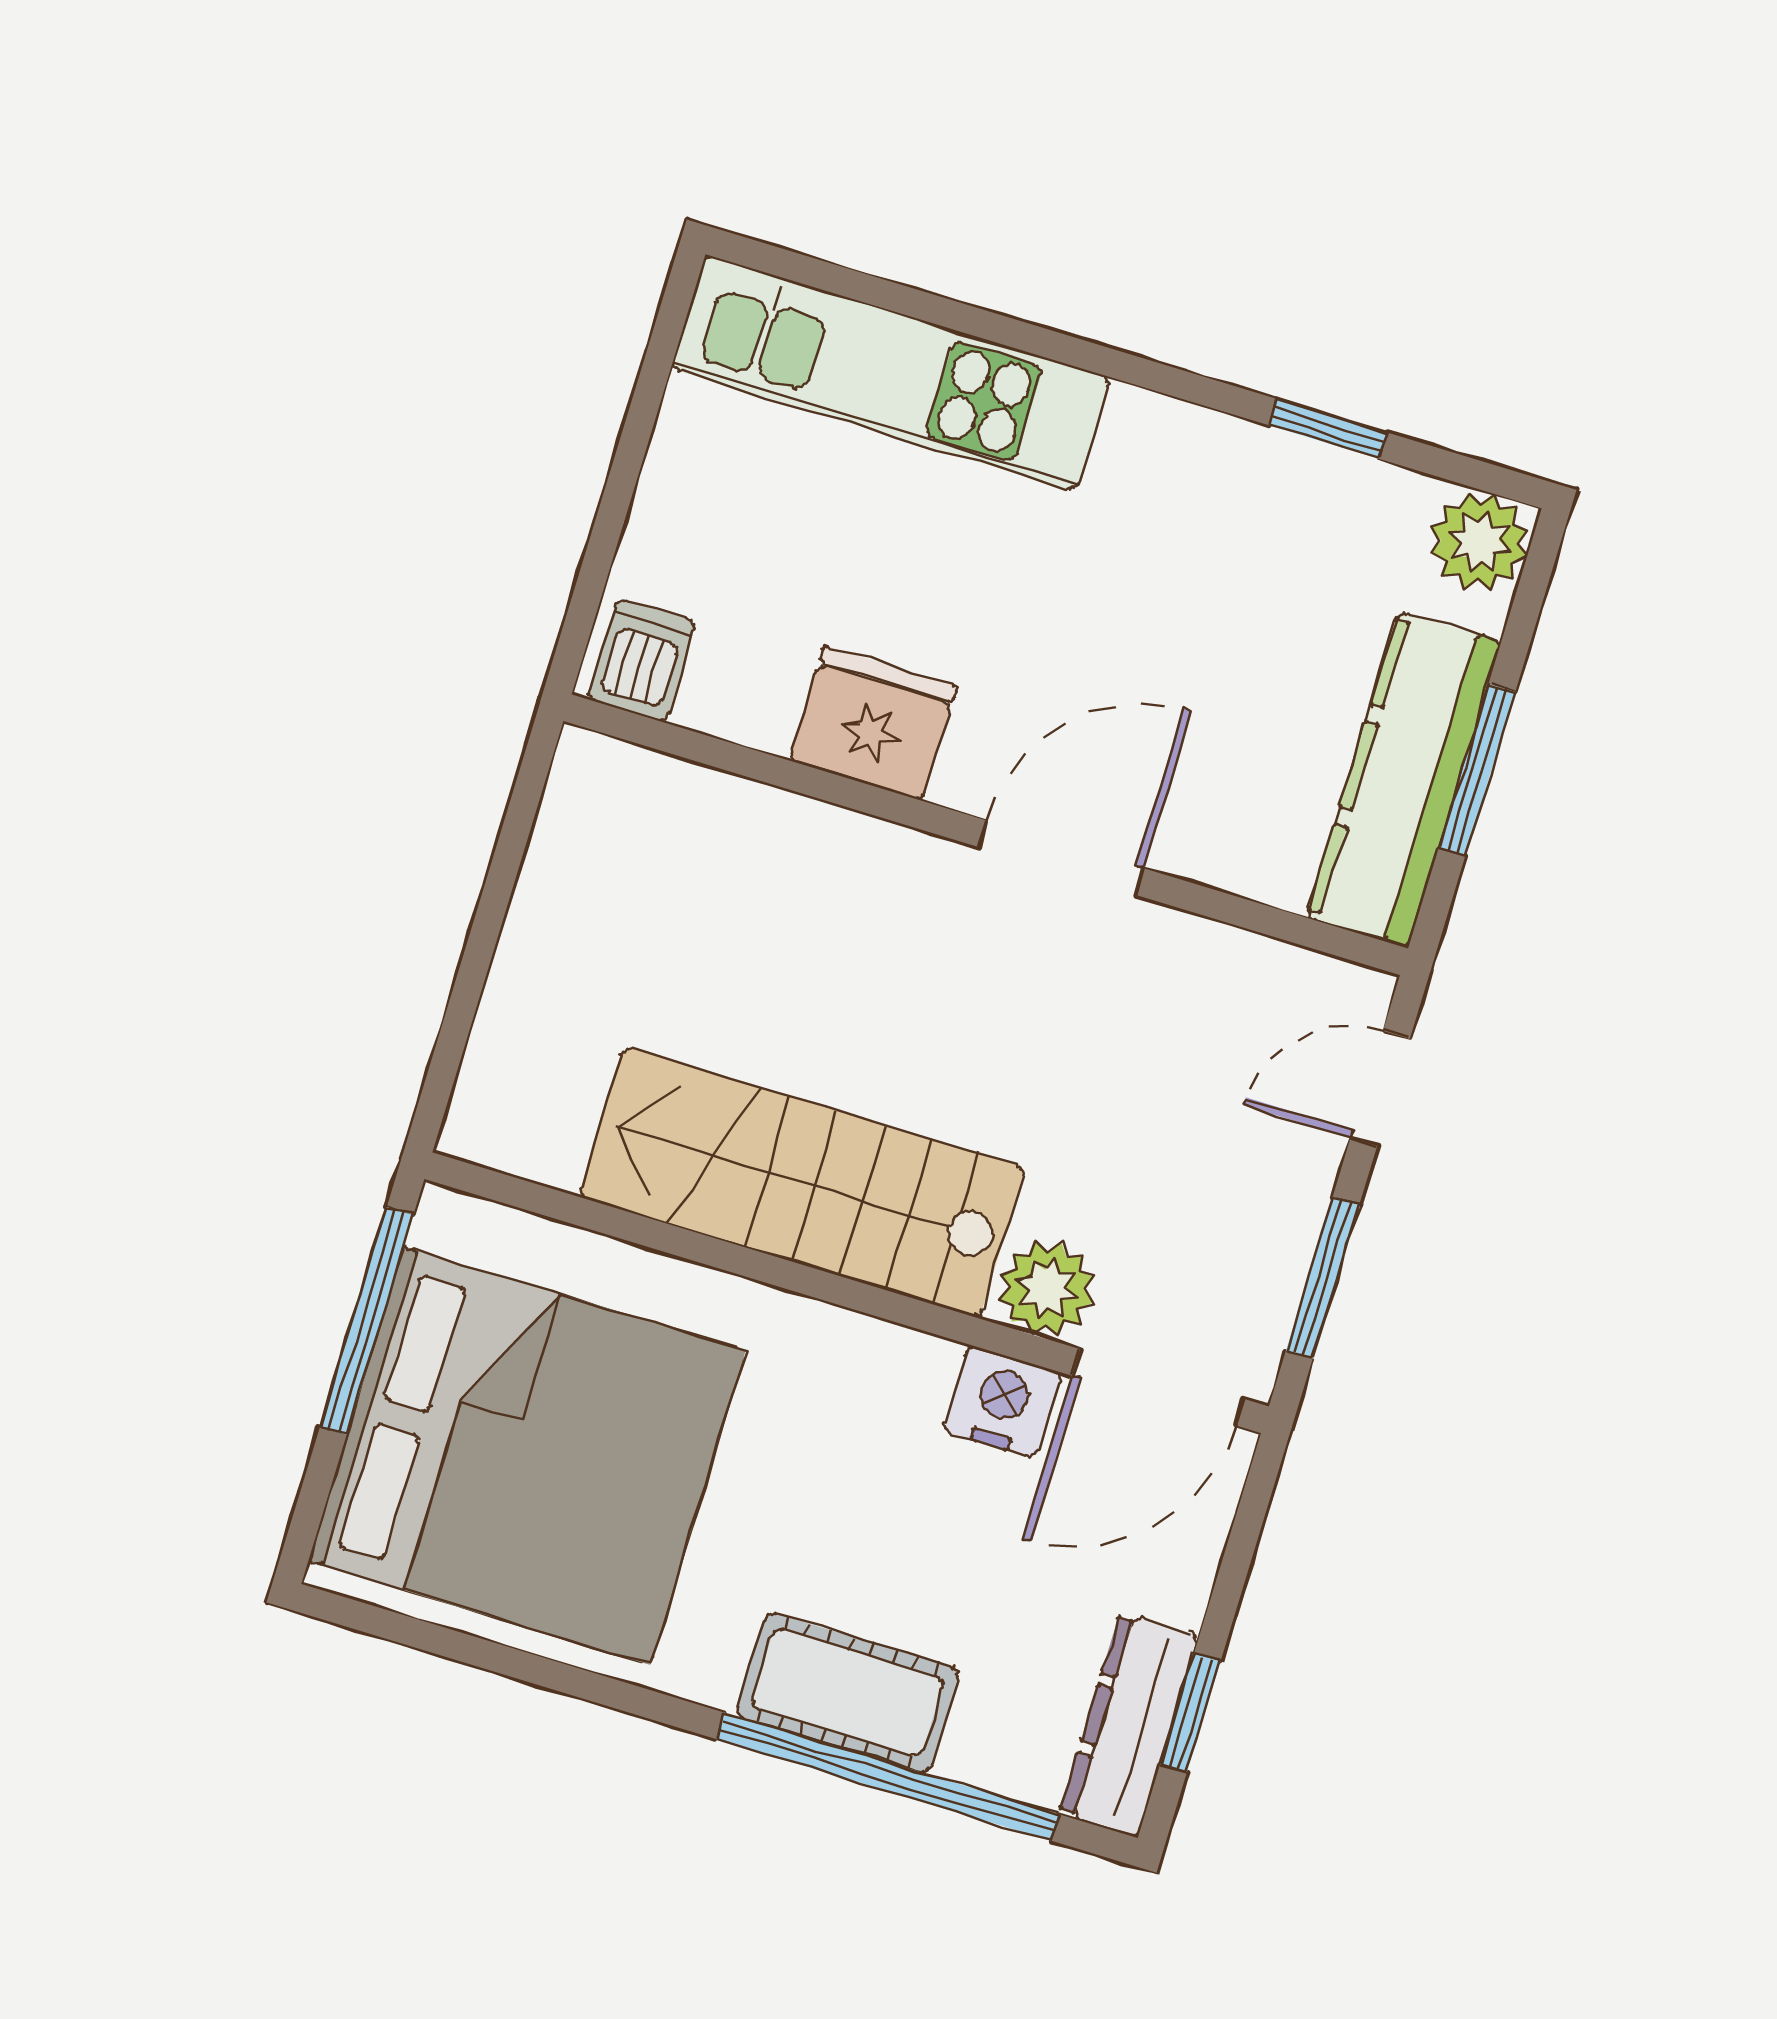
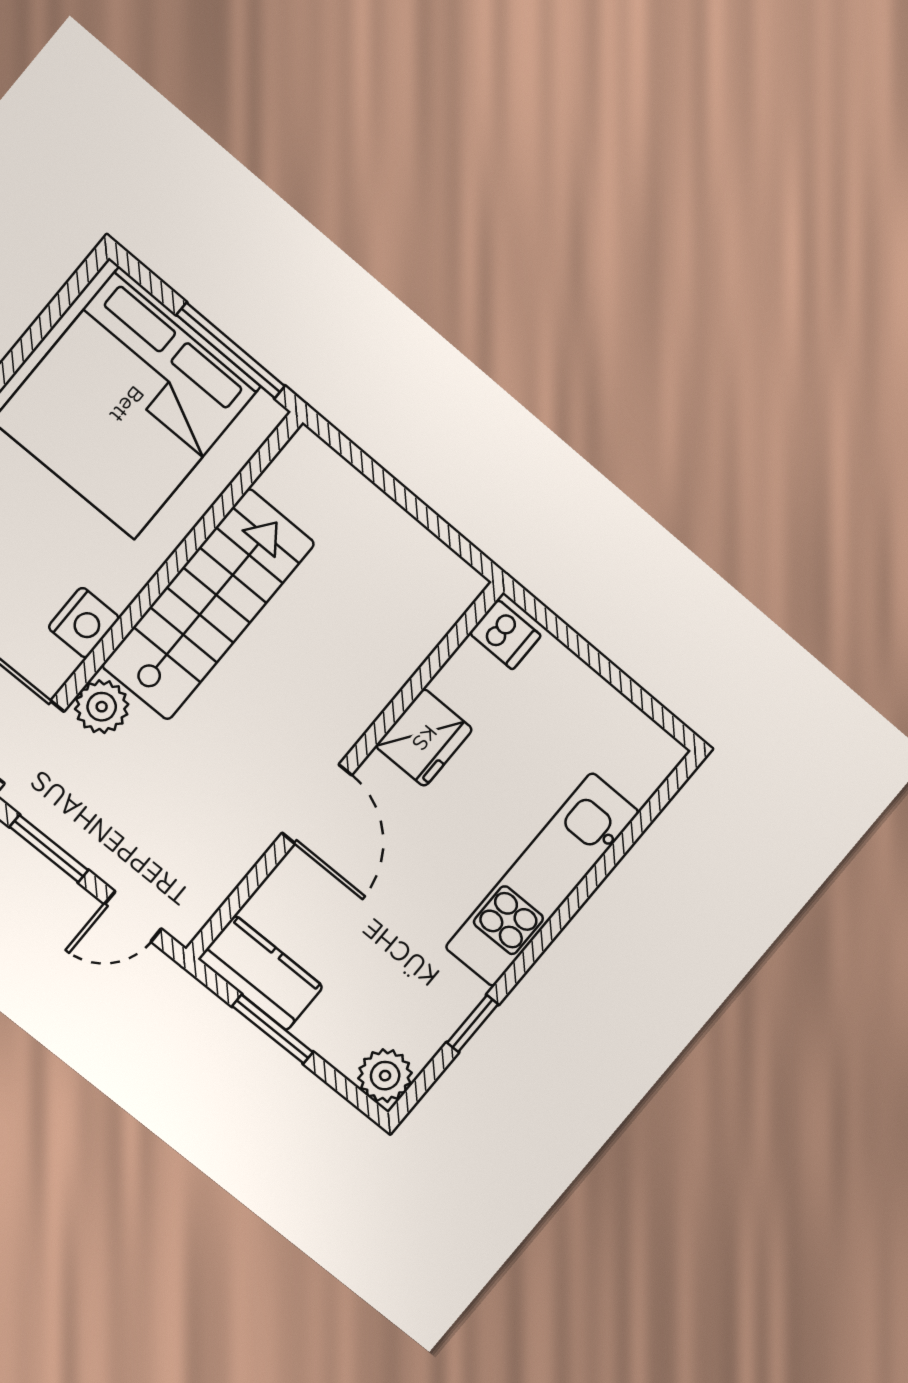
kitchen unit: (891, 373) -> (542, 880), moved
kitchen counter: (1404, 780) -> (261, 973), width x0.67
door: (1380, 1088) -> (133, 916), swing flipped
nightstand: (1002, 1402) -> (84, 623), moved

